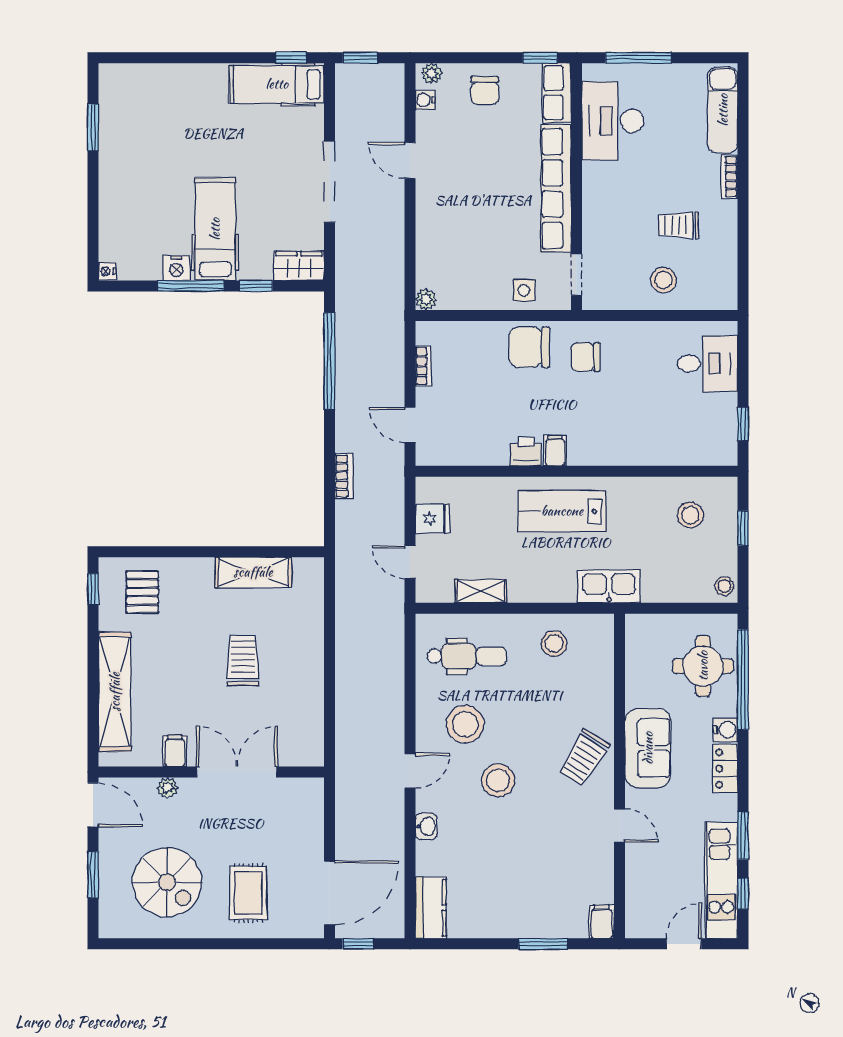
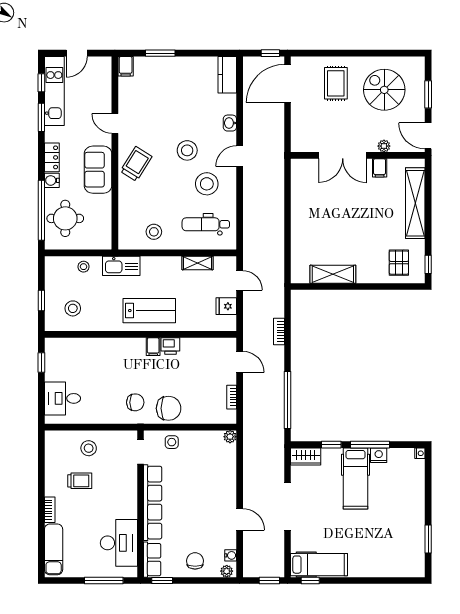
stool: (724, 586) -> (84, 267), moved
trolley: (243, 660) -> (339, 222), removed

